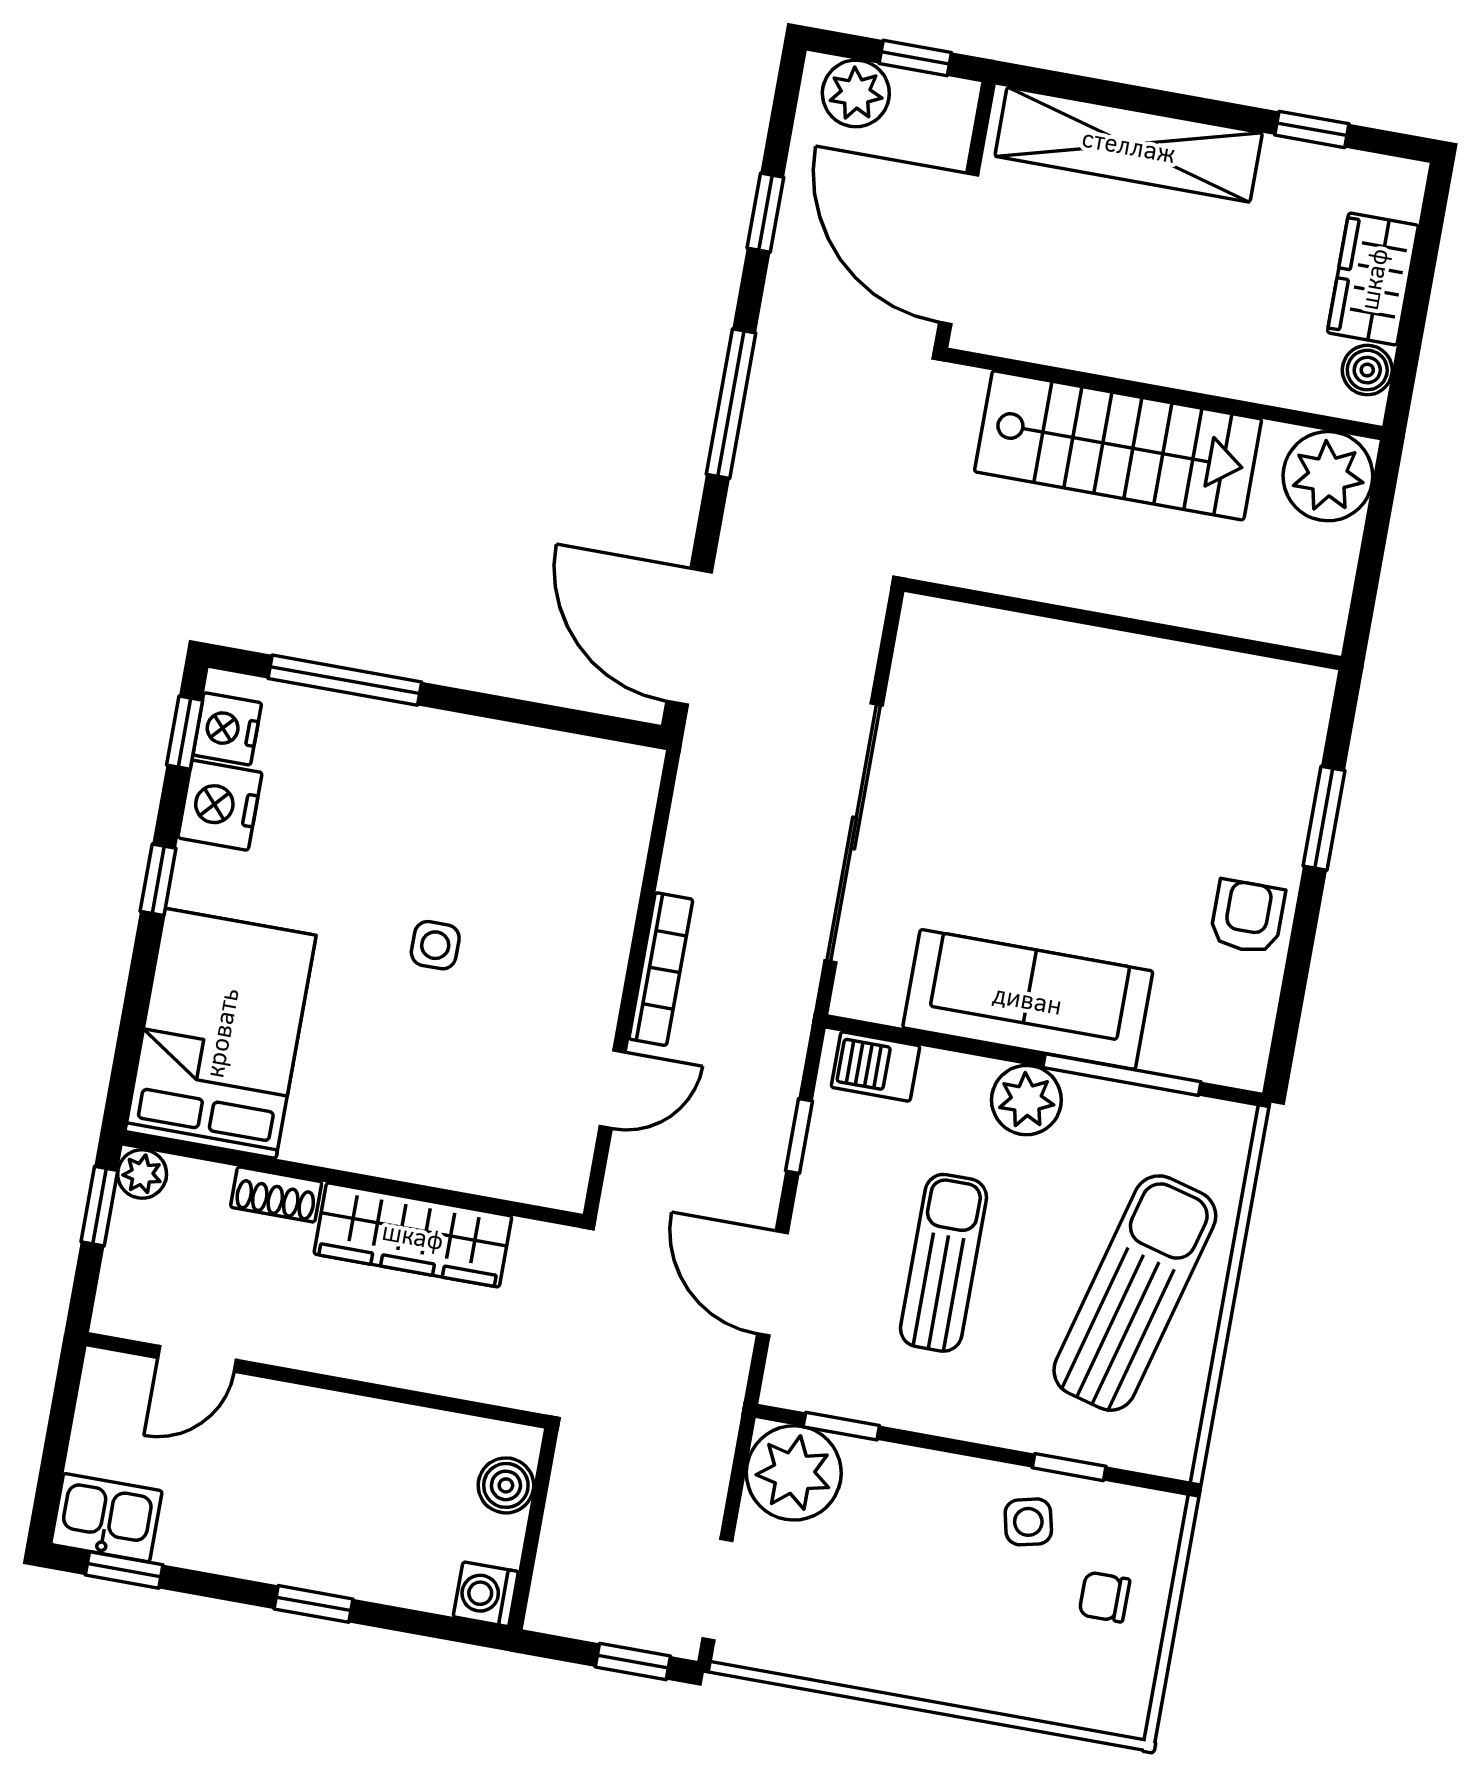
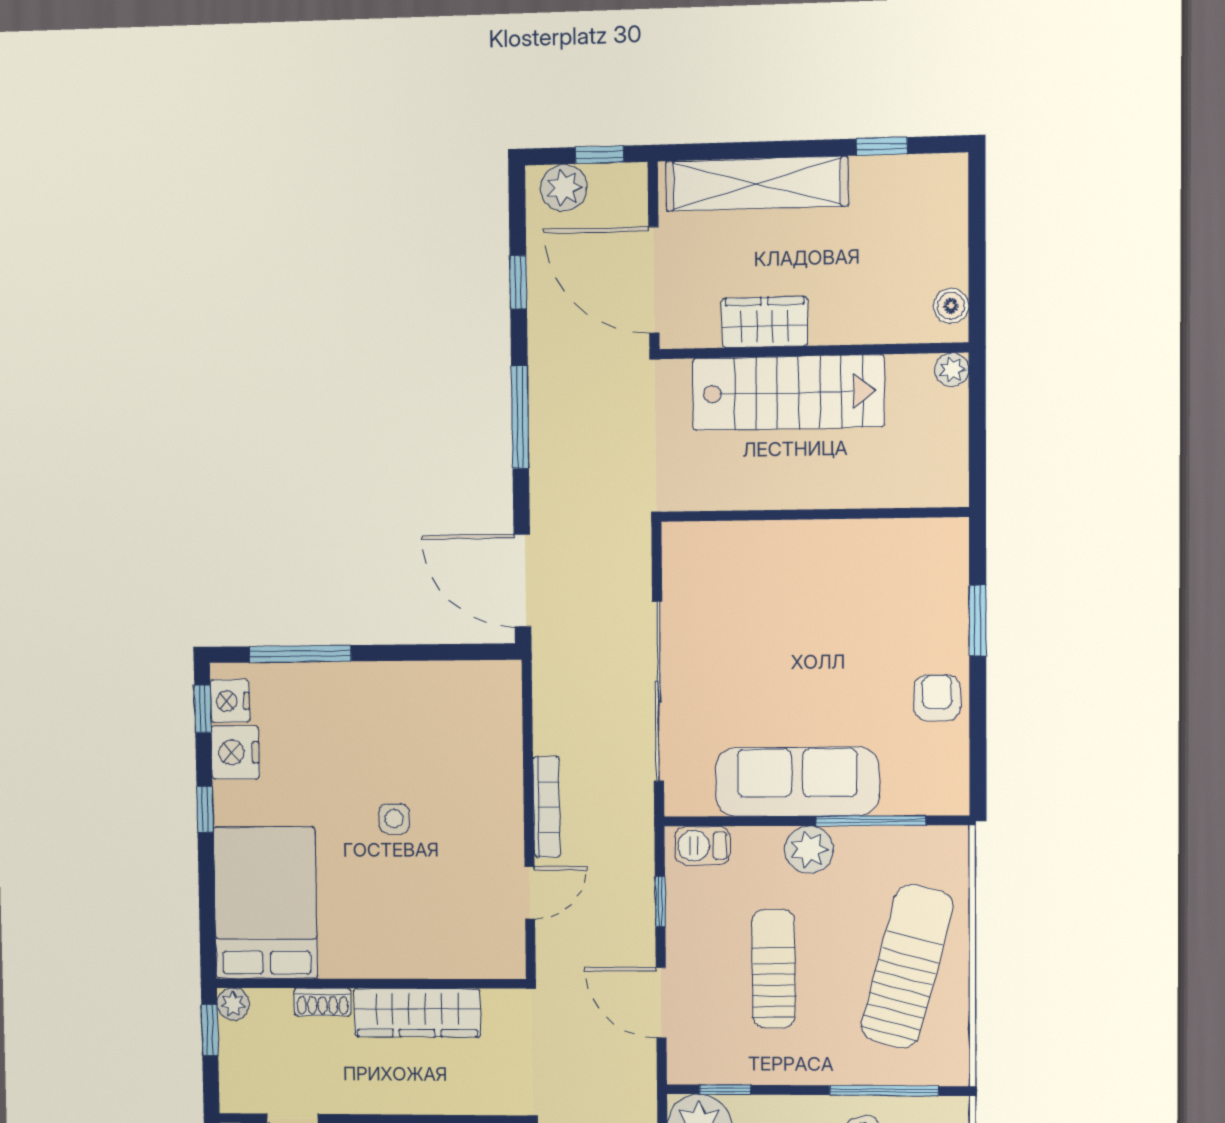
wardrobe: (1373, 279) -> (765, 322), moved, turned 90
plant: (1328, 476) -> (952, 370), width x0.53, depth x0.53
window: (1069, 1467) -> (884, 1091), width x2.17

